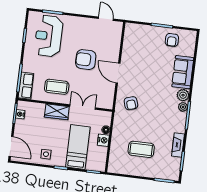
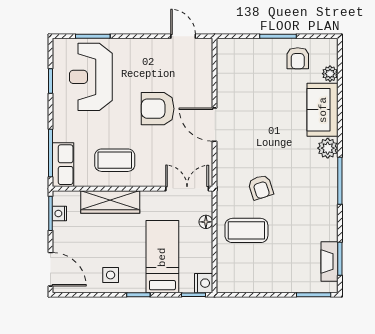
armchair: (131, 103) -> (261, 187), moved
double door: (83, 107) -> (187, 189), moved
plant: (183, 107) -> (330, 74), moved
wardrobe: (57, 112) -> (110, 202), width x1.50
nightstand: (103, 140) -> (204, 283), moved
fireplace: (178, 145) -> (329, 262), moved
coffee table: (141, 149) -> (246, 230), moved

